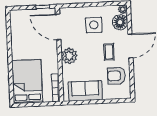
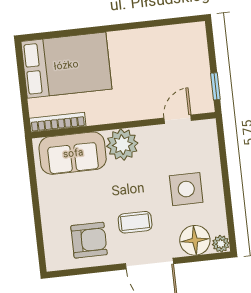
door: (58, 27) -> (178, 119), width x0.53
armchair: (117, 76) -> (89, 240), turned 90
sofa: (85, 91) -> (73, 153), moved, turned 90

